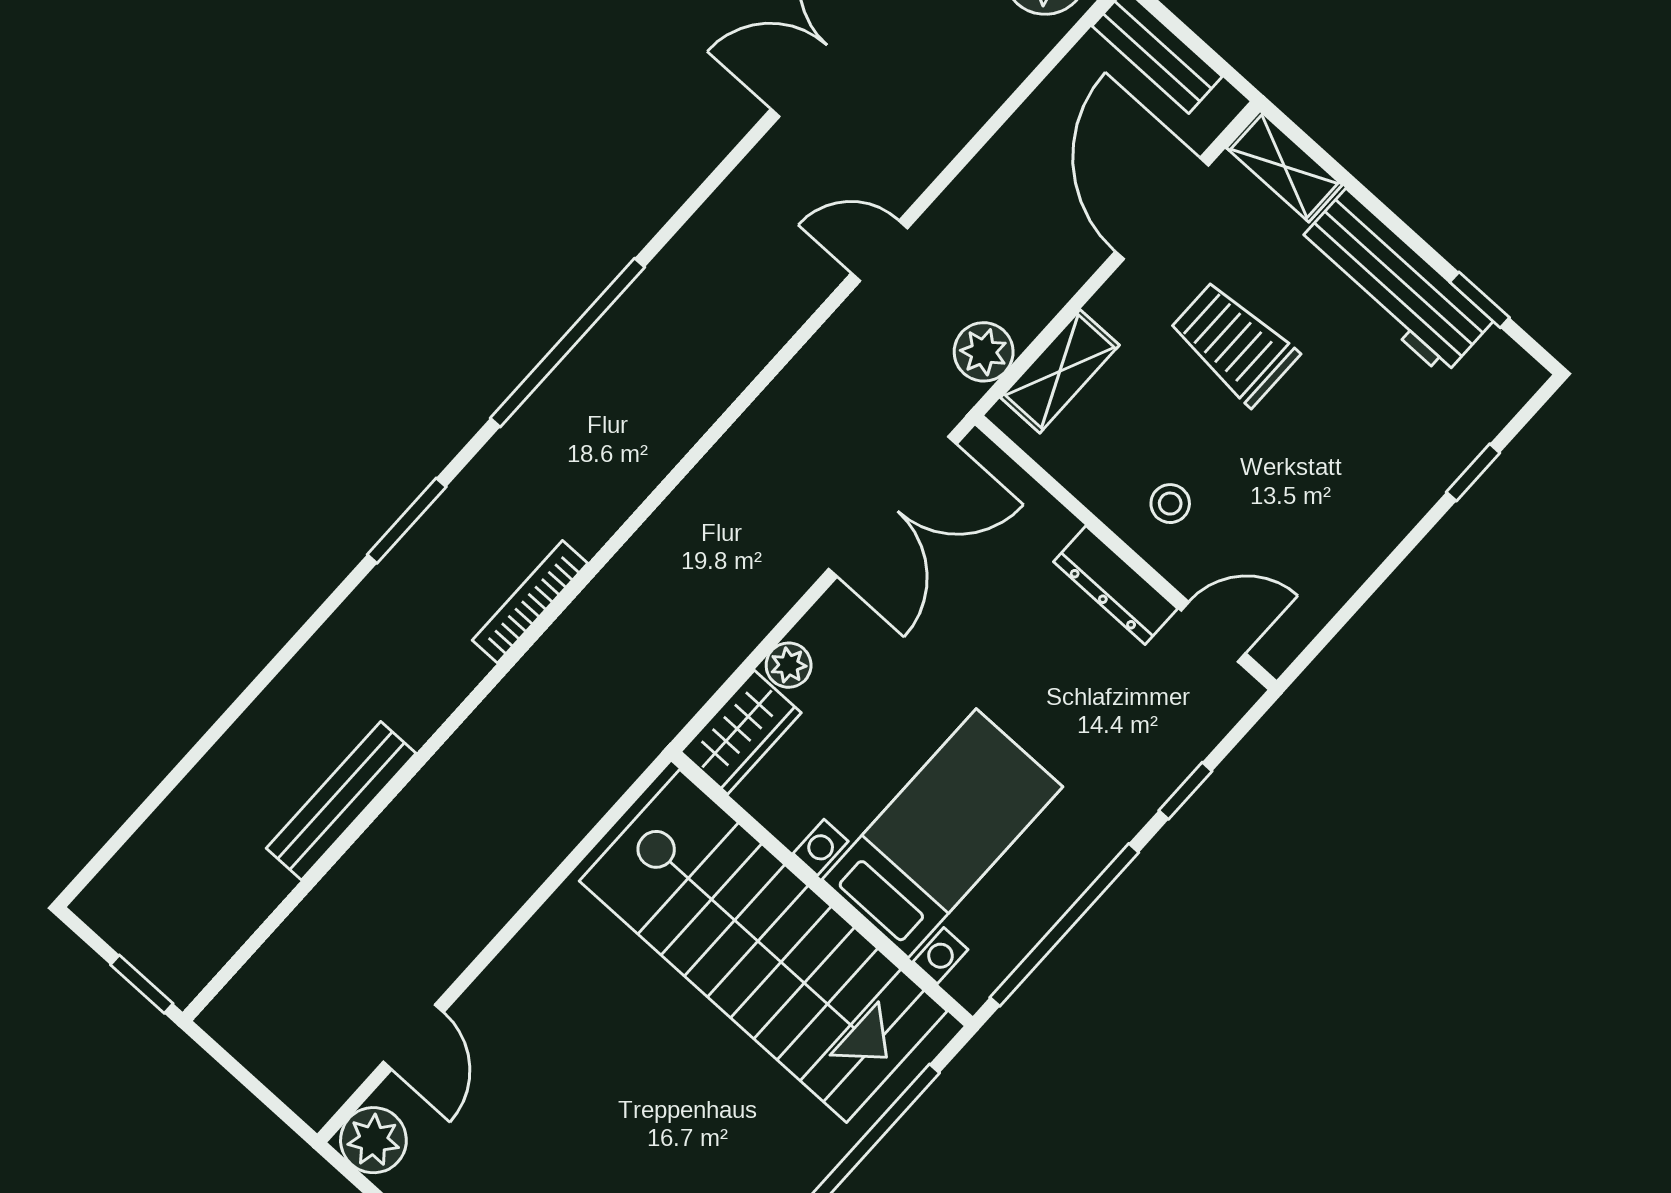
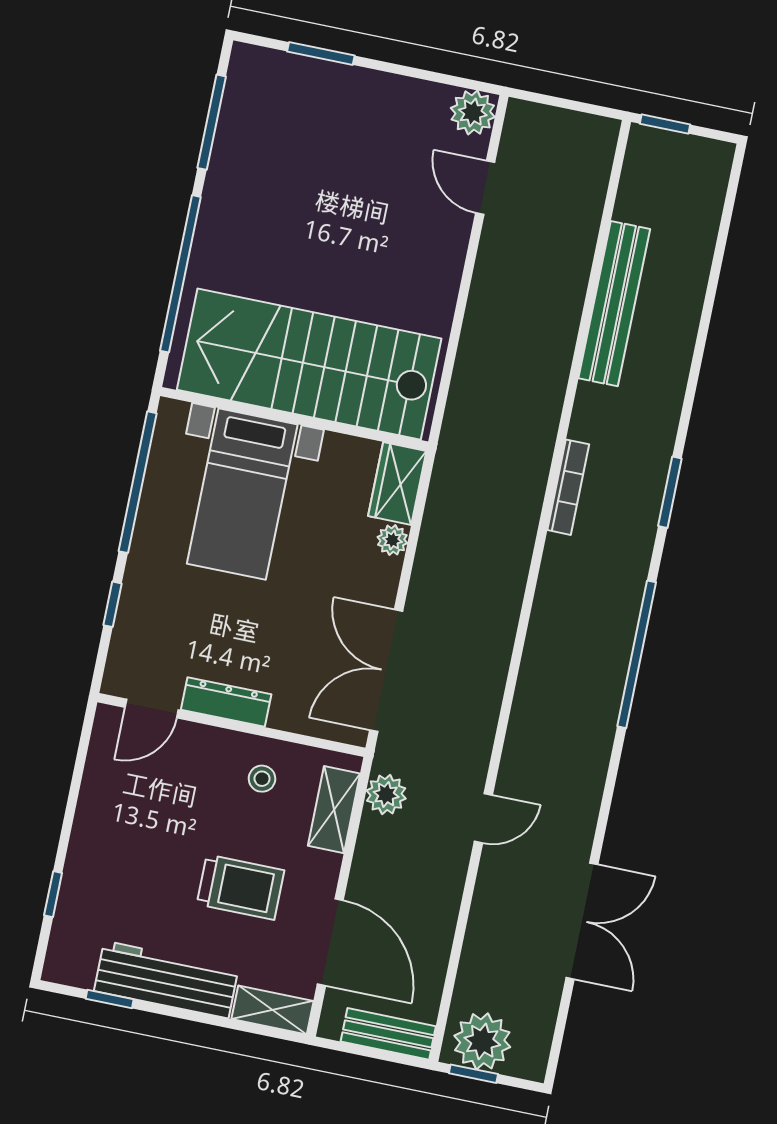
stool: (1170, 504) -> (262, 779), moved
bench: (341, 801) -> (614, 304), width x1.37, depth x1.21

